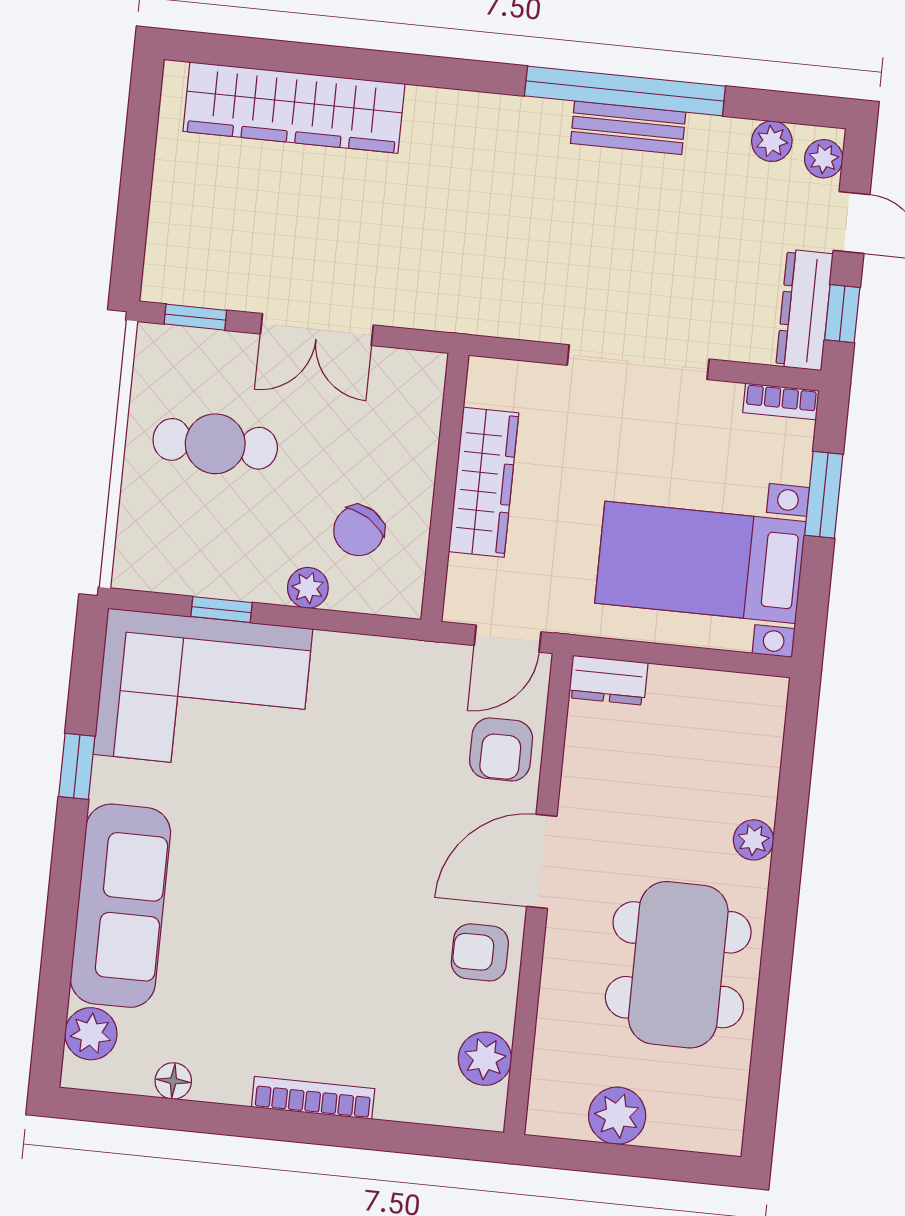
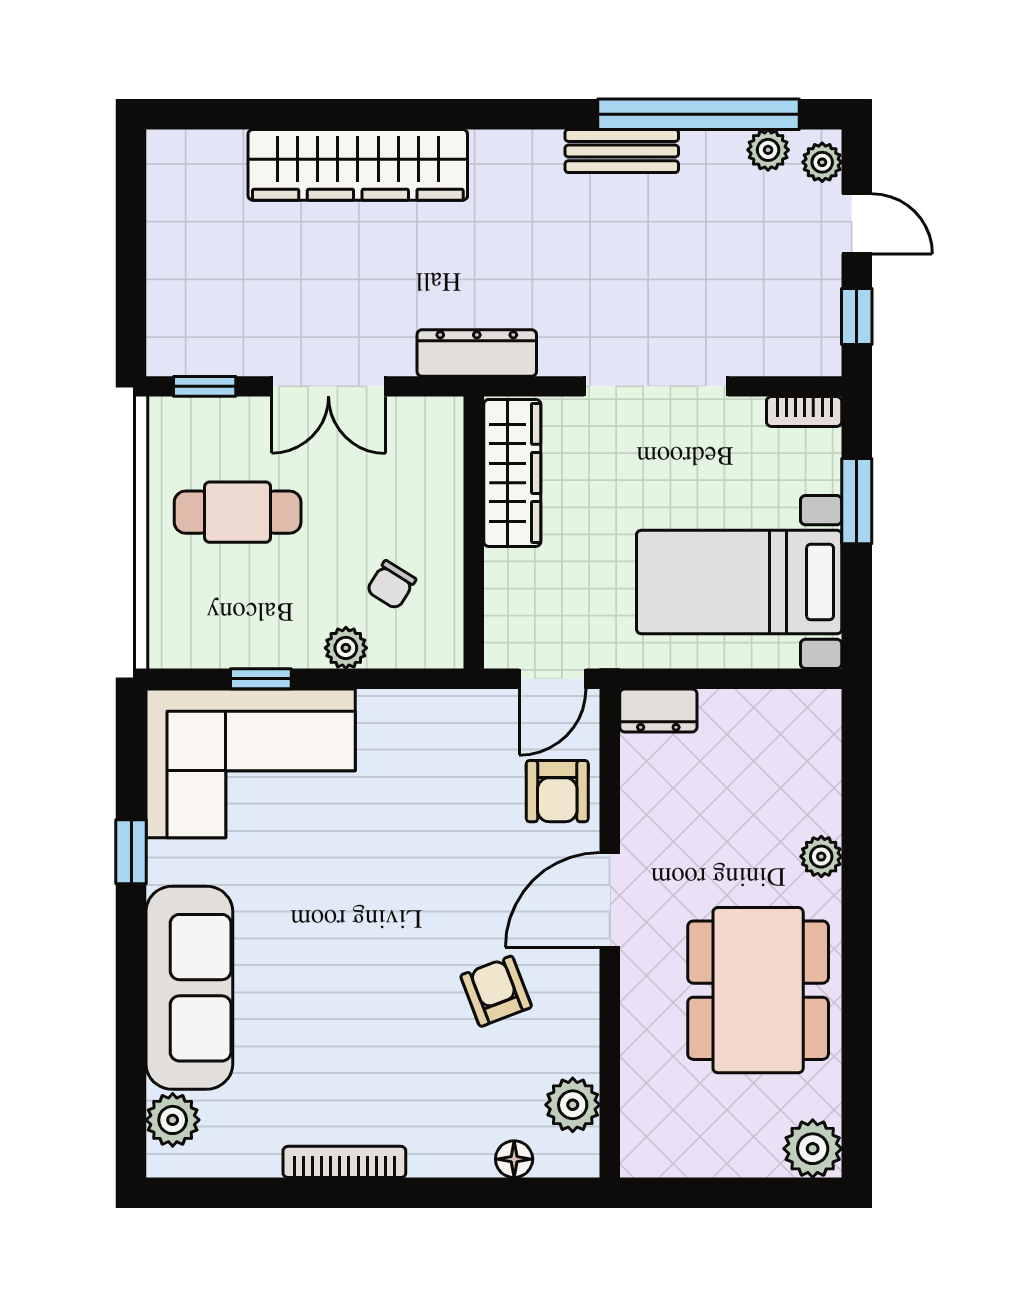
window: (625, 91) -> (698, 114), moved
wardrobe: (294, 108) -> (358, 165), moved
dresser: (804, 310) -> (477, 353), moved, turned 90
wardrobe: (484, 482) -> (512, 473), moved
chair: (359, 531) -> (391, 585), width x0.73, depth x0.73
armchair: (480, 952) -> (496, 991), moved, turned 69
floor lamp: (173, 1081) -> (514, 1159), moved
bookcase: (313, 1098) -> (344, 1162), moved
plant: (617, 1116) -> (813, 1149), moved

